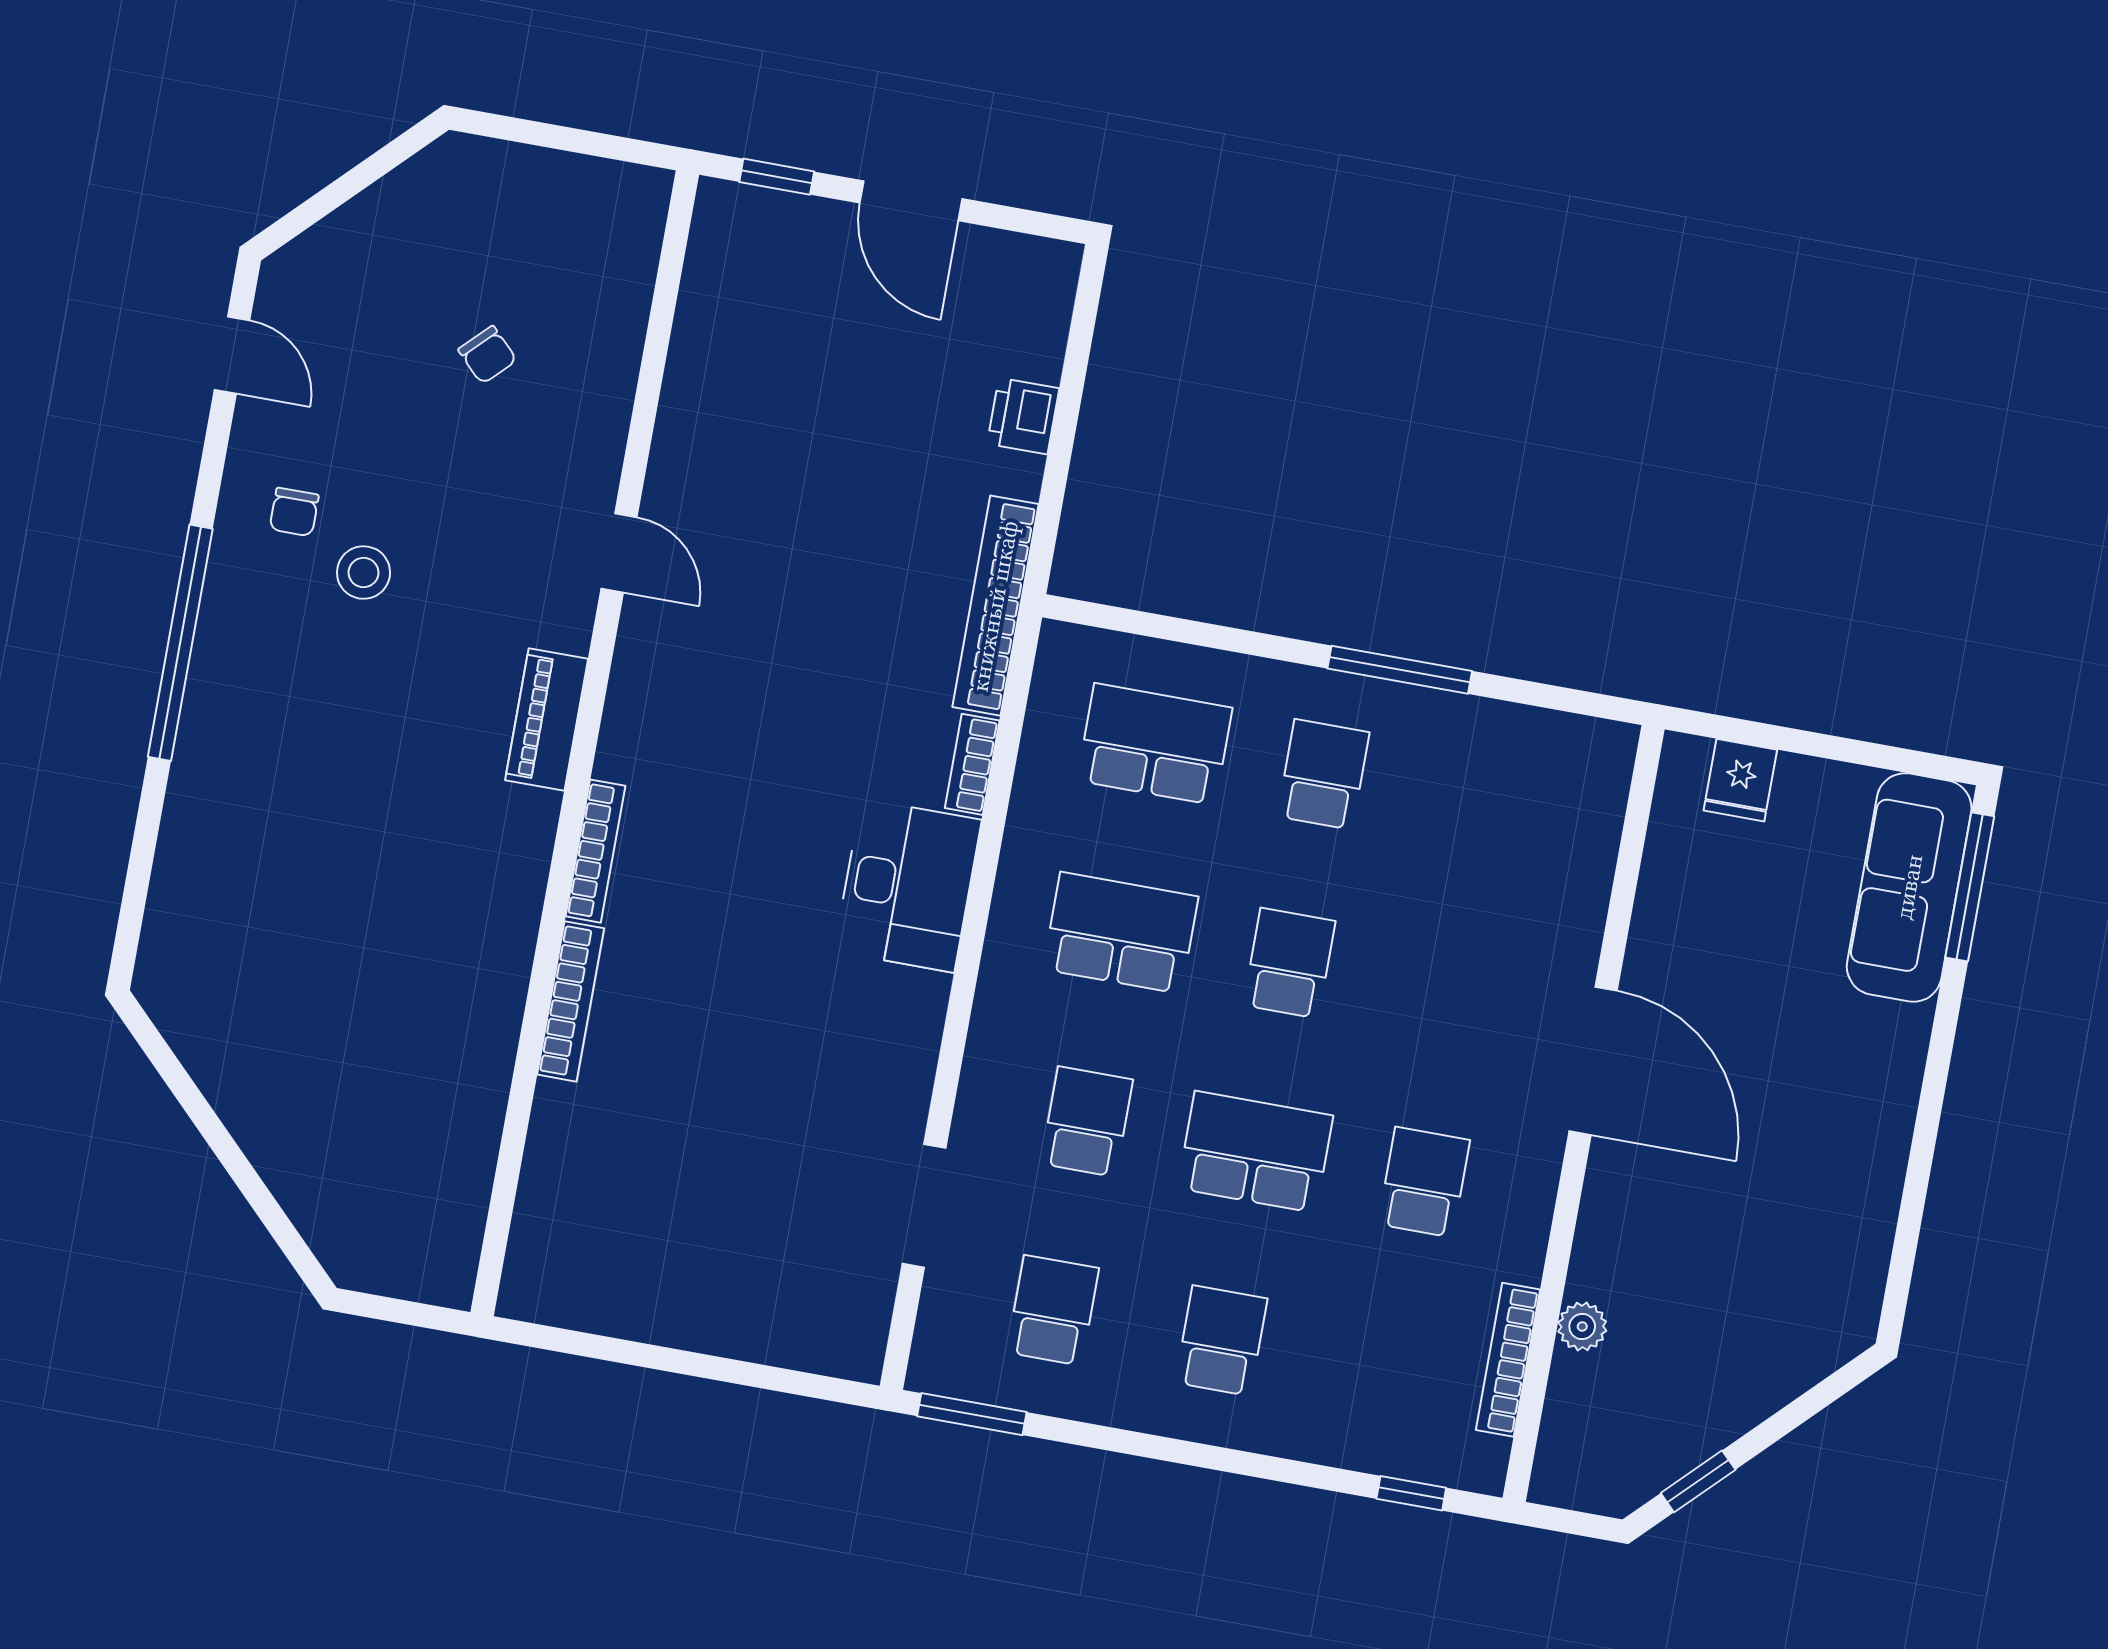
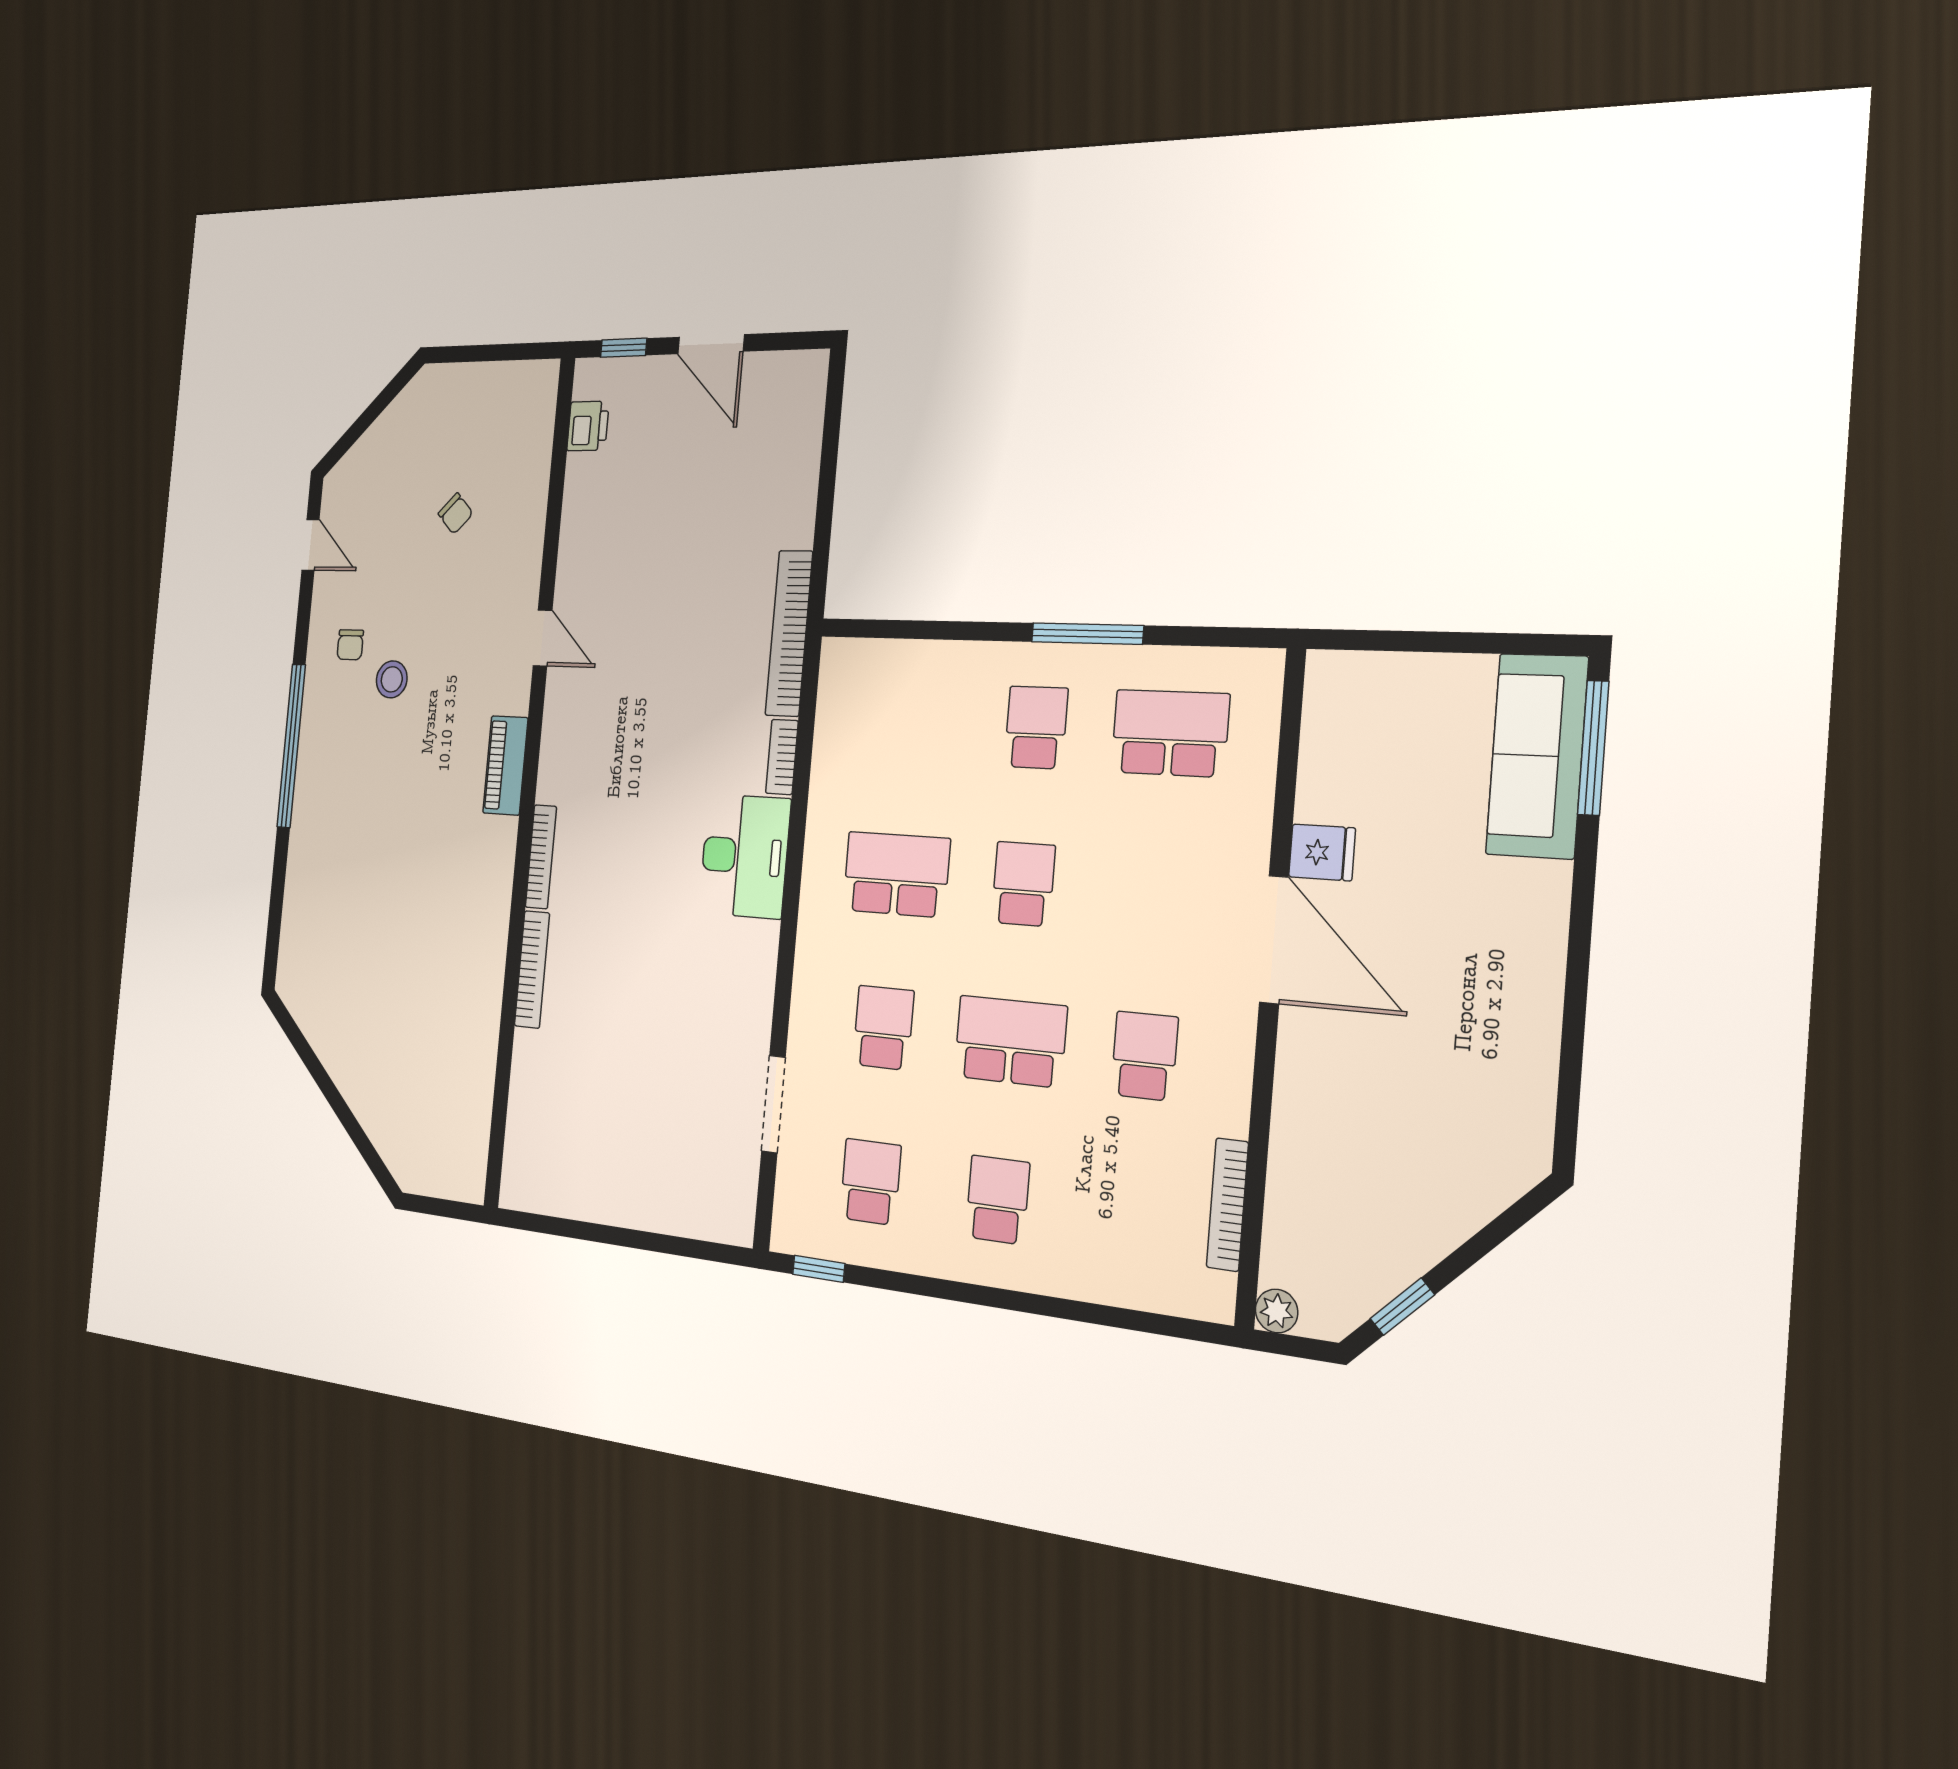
printer: (1023, 416) -> (588, 426), moved, turned 180
school desk: (1155, 744) -> (1170, 733), moved
fridge: (1740, 780) -> (1322, 852), moved, turned -90
plant: (1582, 1327) -> (1277, 1311), moved
window: (972, 1414) -> (819, 1269), width x0.67
window: (1411, 1493) -> (1158, 1324), removed

